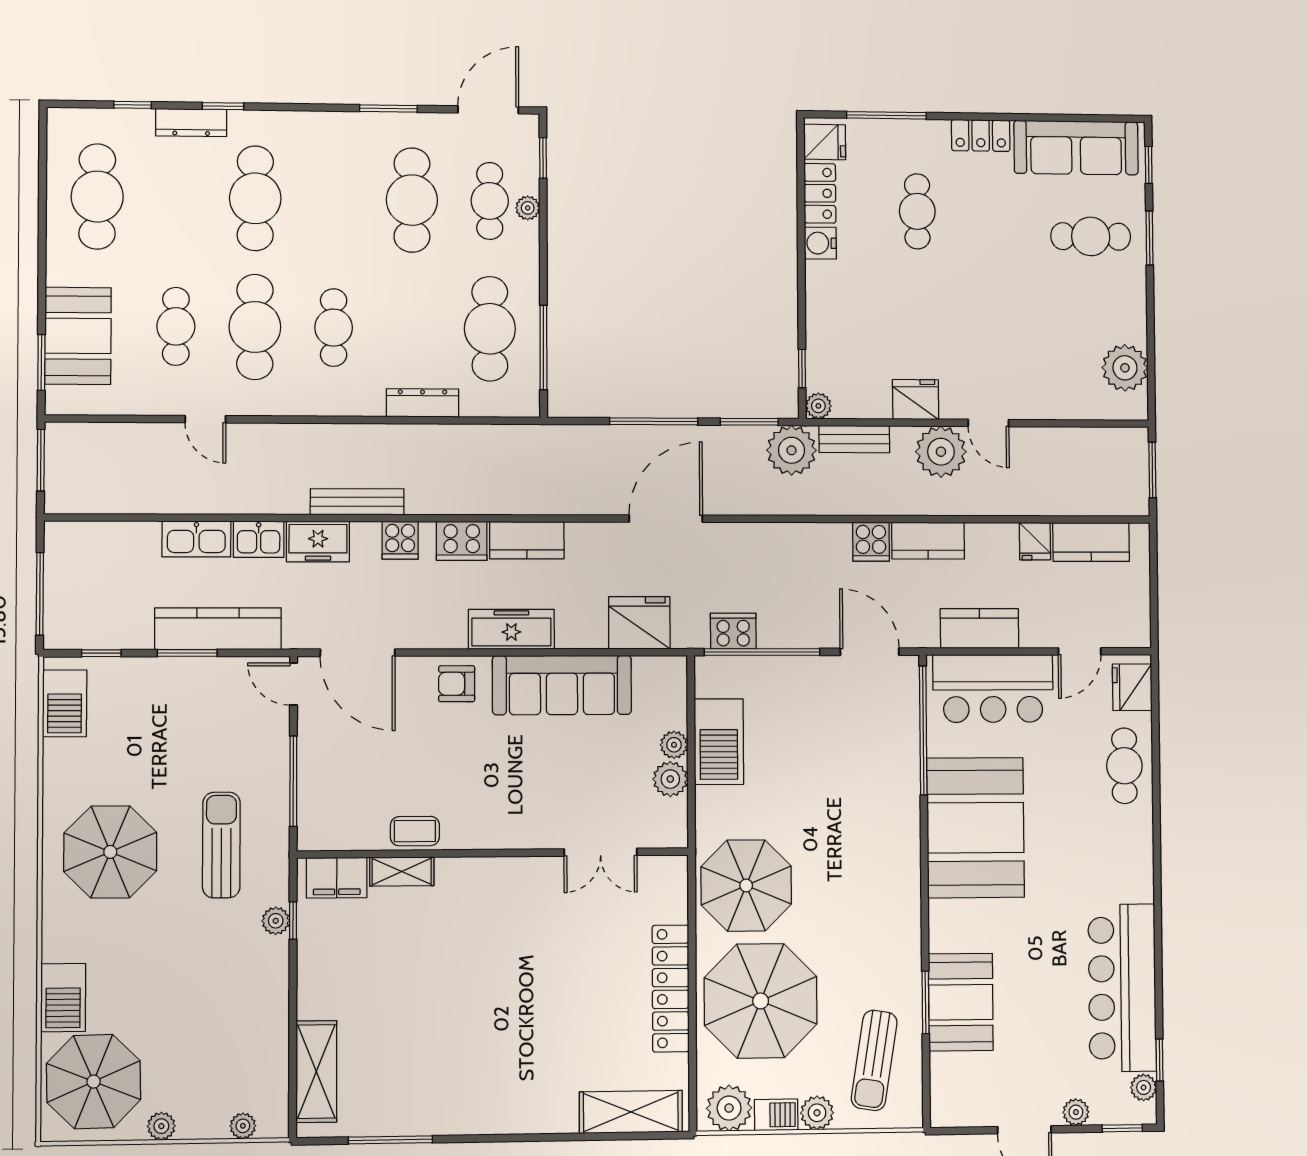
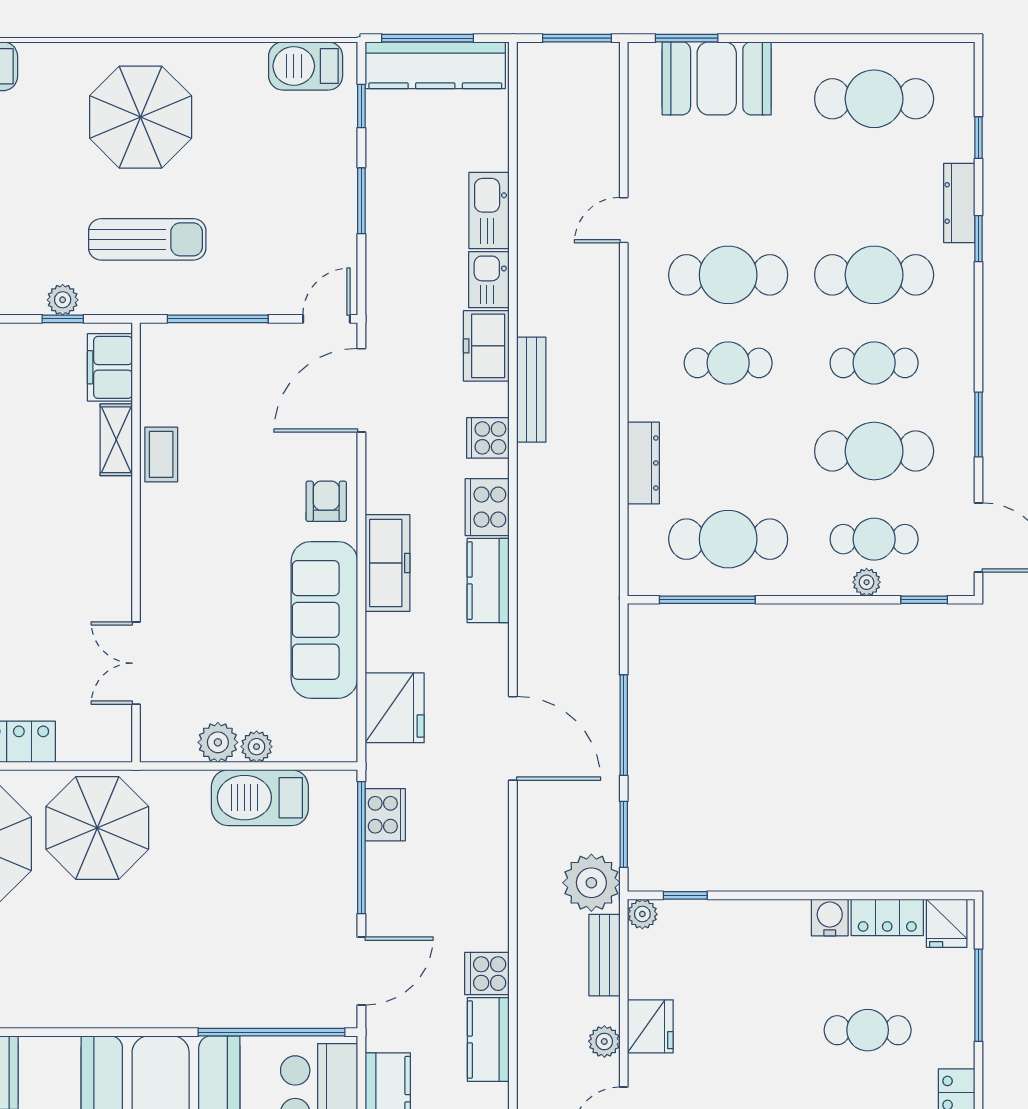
cafe table: (176, 326) -> (874, 363), moved
plant: (941, 452) -> (604, 1041), width x0.53, depth x0.53
kitchen counter: (218, 629) -> (435, 65), moved, turned 90

